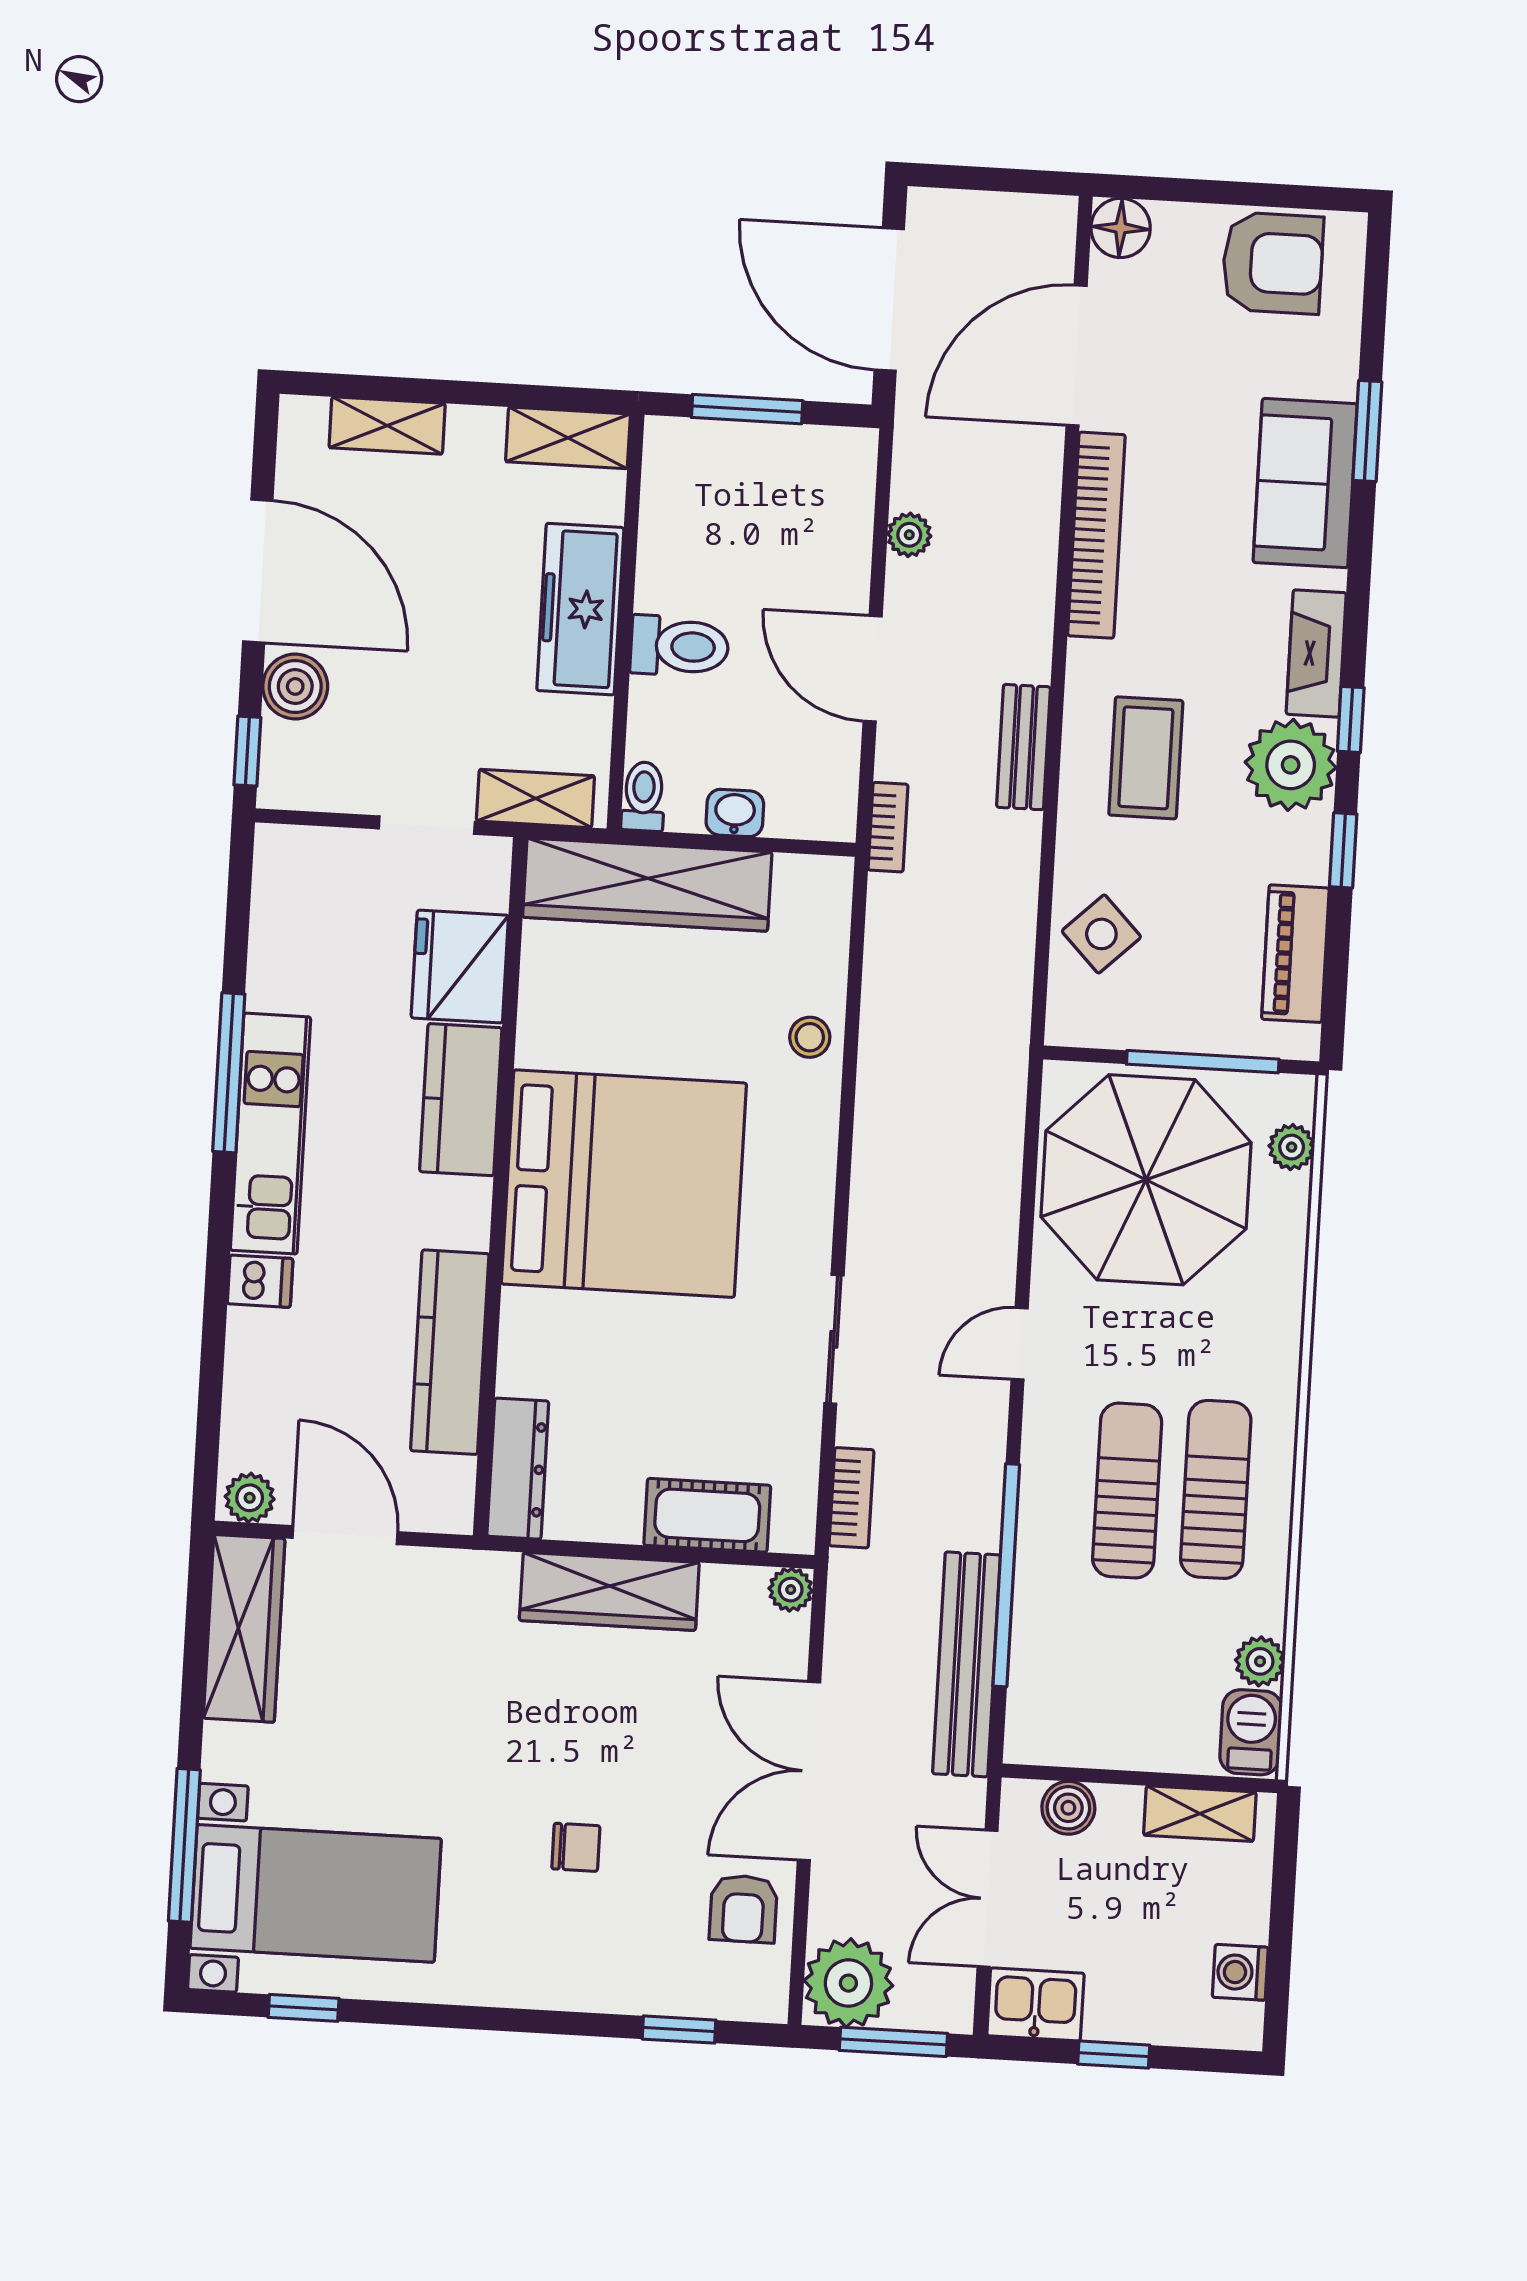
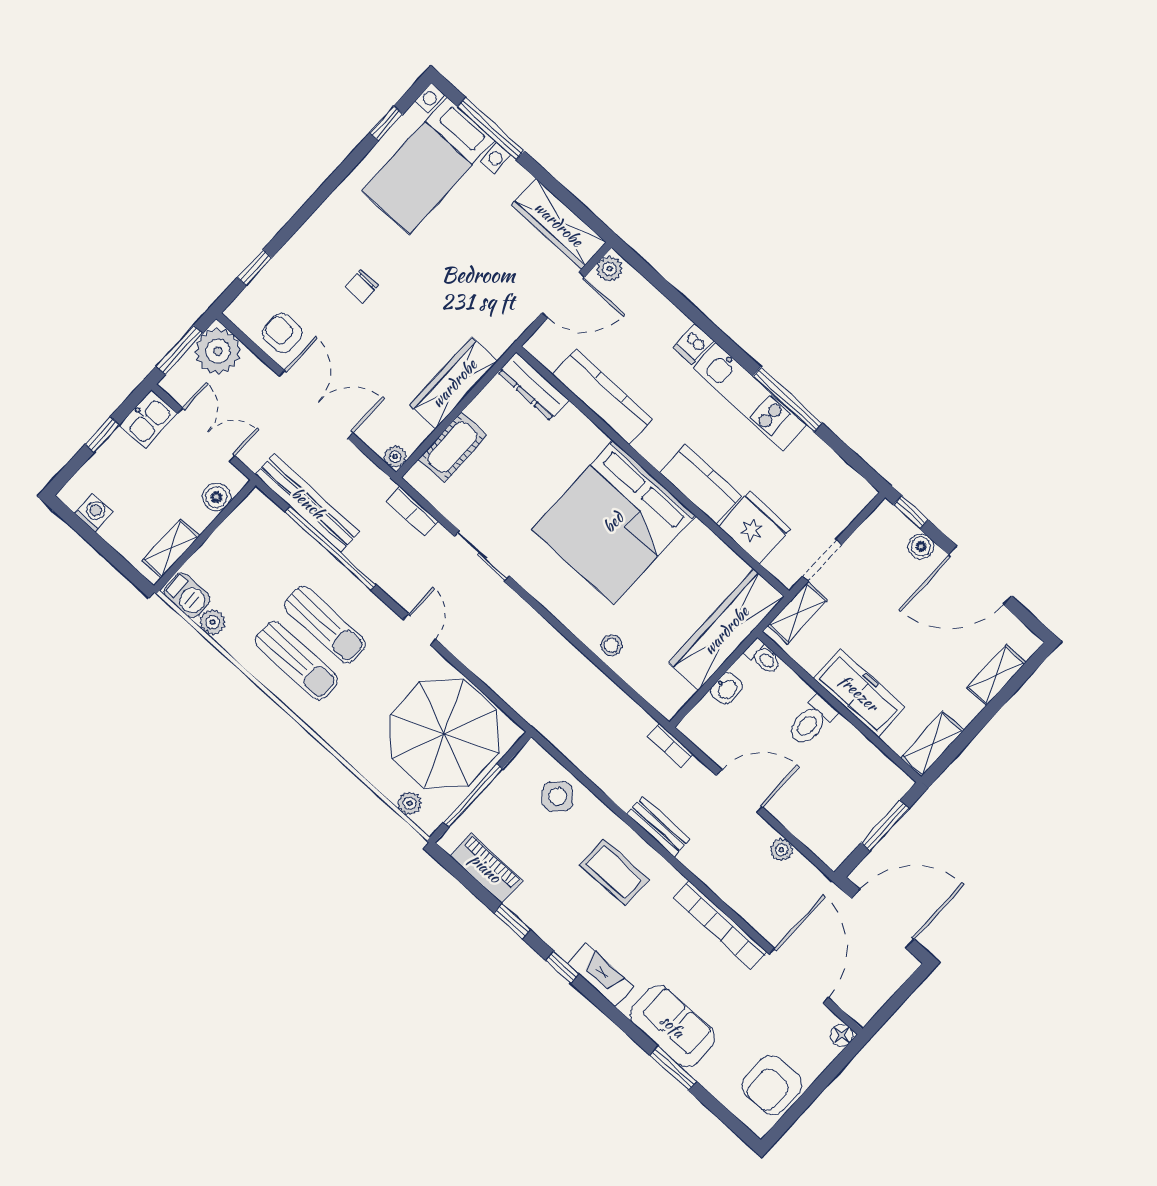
floor lamp: (1121, 228) -> (842, 1035), width x0.73, depth x0.73
boiler: (295, 686) -> (921, 546), width x0.73, depth x0.73
plant: (1291, 765) -> (564, 928), removed

